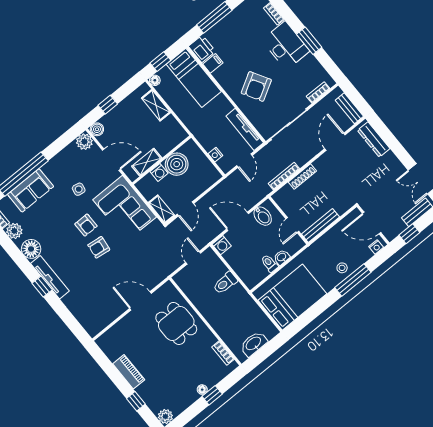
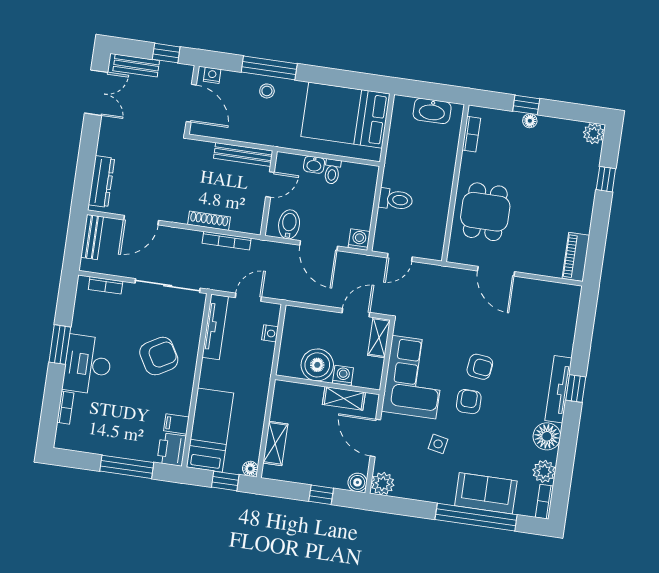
piano: (129, 372) -> (576, 257), moved

